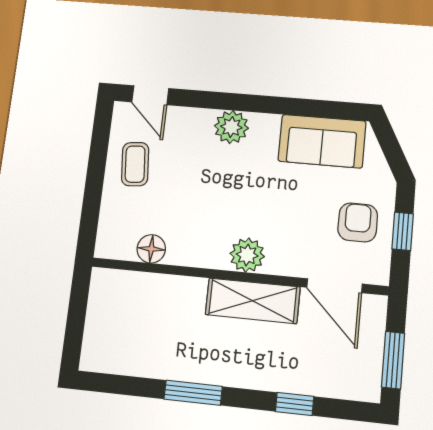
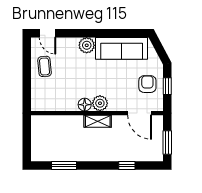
sofa: (322, 141) -> (122, 48), width x1.36
floor lamp: (151, 249) -> (85, 105), moved
shelving: (253, 301) -> (98, 121), width x0.67, depth x0.75
window: (193, 393) -> (64, 166), moved

